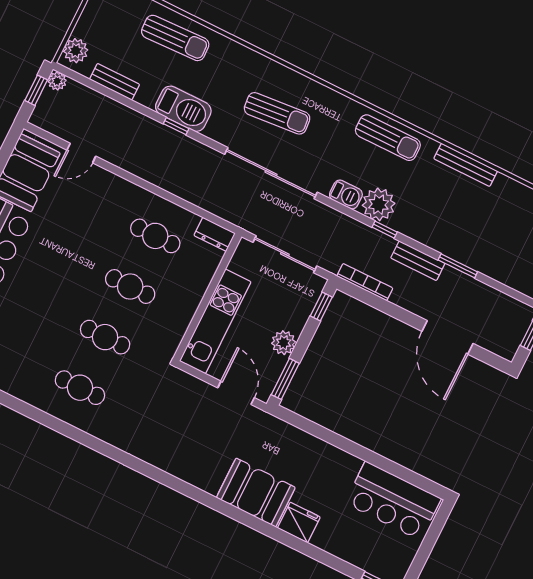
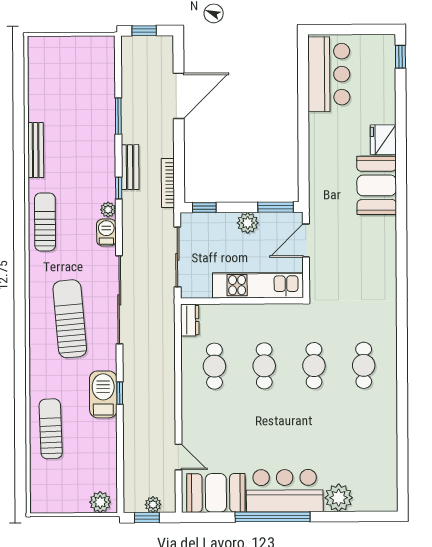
plant: (57, 81) -> (153, 505), moved
bench: (115, 82) -> (109, 459), removed
sun lounger: (277, 113) -> (70, 319), width x1.36, depth x1.34
plant: (379, 204) -> (108, 210), width x0.53, depth x0.53
bench: (418, 261) -> (130, 167), moved

